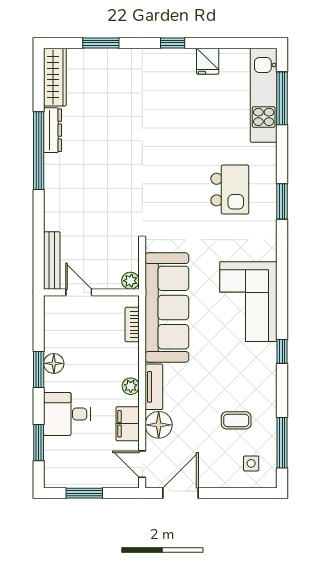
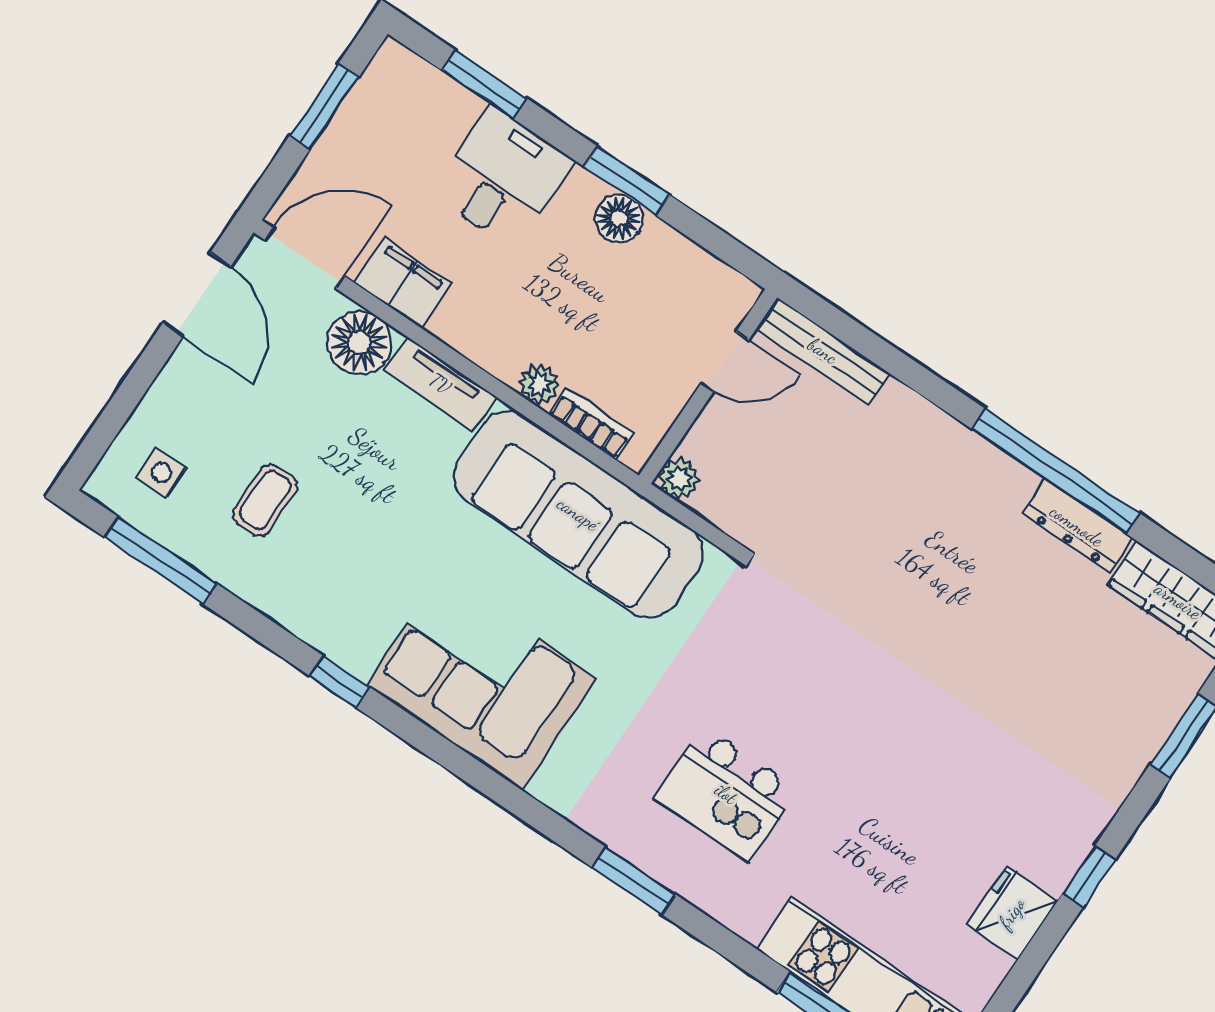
fridge: (208, 61) -> (1012, 913), width x1.38
plant: (131, 386) -> (539, 384), moved
door: (142, 464) -> (304, 258), width x1.38

